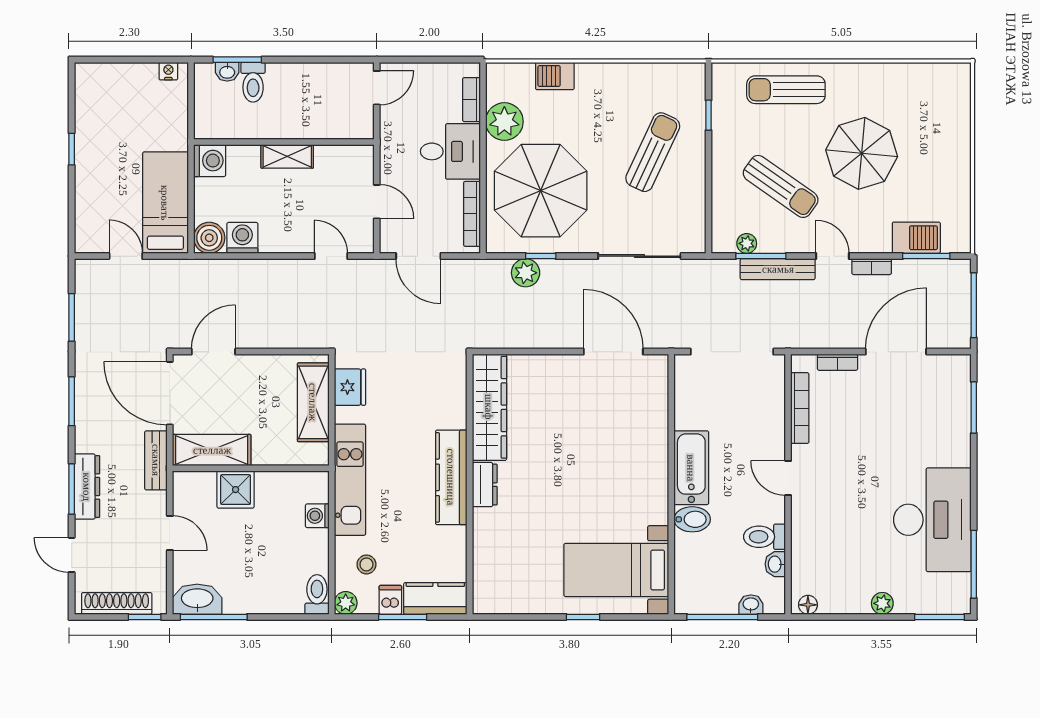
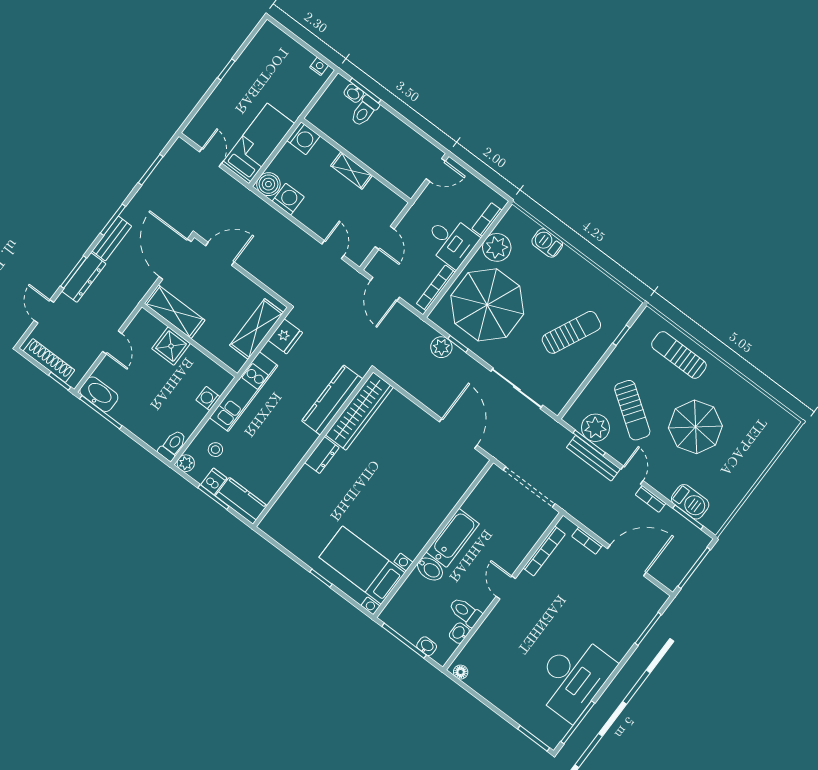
plant: (747, 243) -> (595, 428), width x1.88, depth x1.88
bench: (156, 460) -> (112, 239), moved
kitchen counter: (451, 477) -> (332, 400), moved
plant: (882, 603) -> (506, 705), removed

